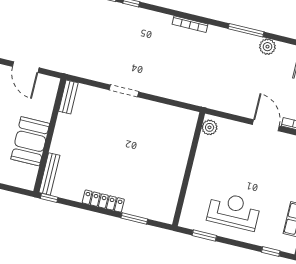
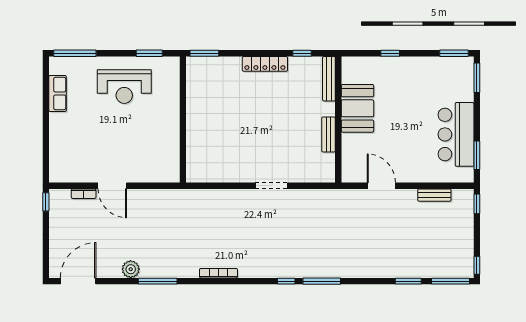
bench: (68, 97) -> (329, 135), moved
plant: (210, 127) -> (171, 169), removed
window: (49, 198) -> (302, 53), moved
window: (134, 218) -> (204, 53), moved
window: (271, 252) -> (75, 53), width x2.17

